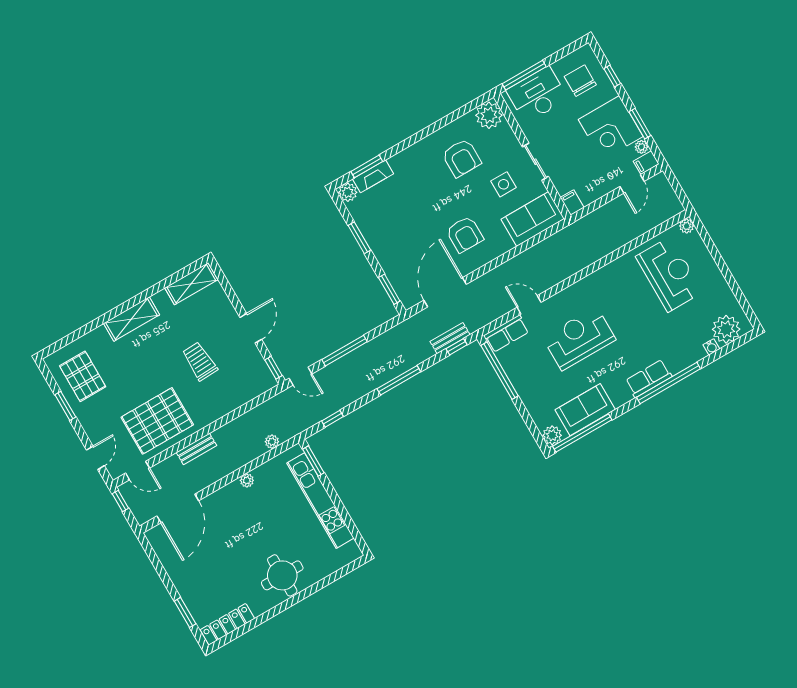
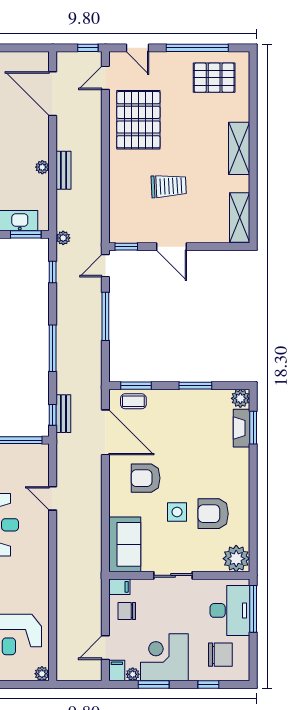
side table: (504, 184) -> (177, 512), moved
chair: (590, 184) -> (127, 611), added
door: (632, 184) -> (105, 648), hinge flipped
coffee table: (404, 284) -> (133, 401), added
door: (529, 305) -> (53, 498), swing flipped
row of seats: (506, 334) -> (39, 464), removed
window: (65, 406) -> (197, 48), width x2.11
plant: (272, 442) -> (63, 238), moved
bench: (196, 449) -> (64, 170), moved

